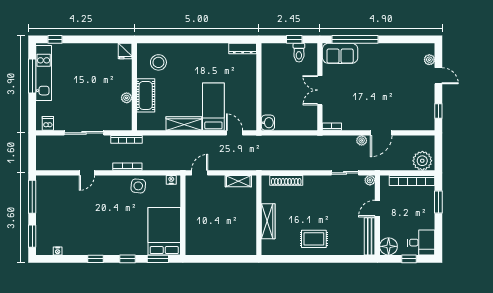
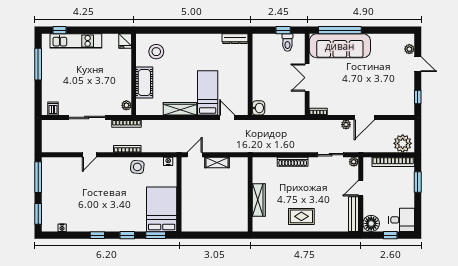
sofa: (340, 53) -> (340, 46), width x1.85, depth x1.27
kitchen unit: (44, 73) -> (76, 41), moved, turned 90
plant: (127, 98) -> (126, 105), moved
shoe rack: (286, 180) -> (293, 162), moved
shelving: (238, 181) -> (217, 163), moved

